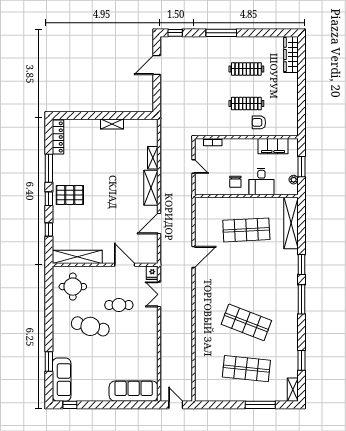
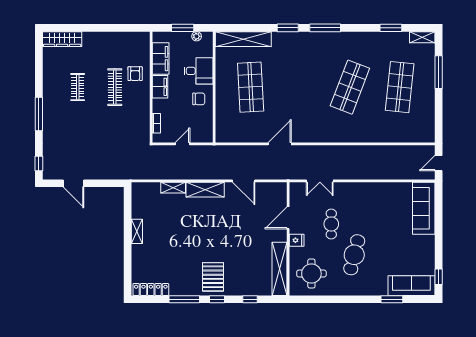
clothes rail: (246, 69) -> (78, 87), width x0.73
filing cabinet: (247, 146) -> (160, 87), added
door: (194, 257) -> (280, 144), hinge flipped
fridge: (152, 273) -> (297, 240), moved

